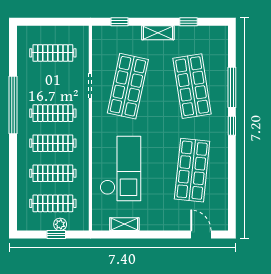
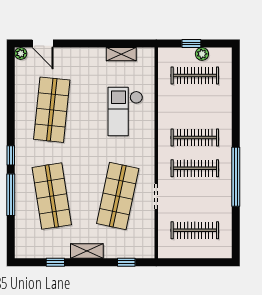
checkout: (120, 168) -> (125, 111), width x0.73, depth x0.83
clothes rail: (53, 173) -> (195, 106), removed
plant: (60, 224) -> (202, 54), moved
plant: (222, 225) -> (21, 53), added

